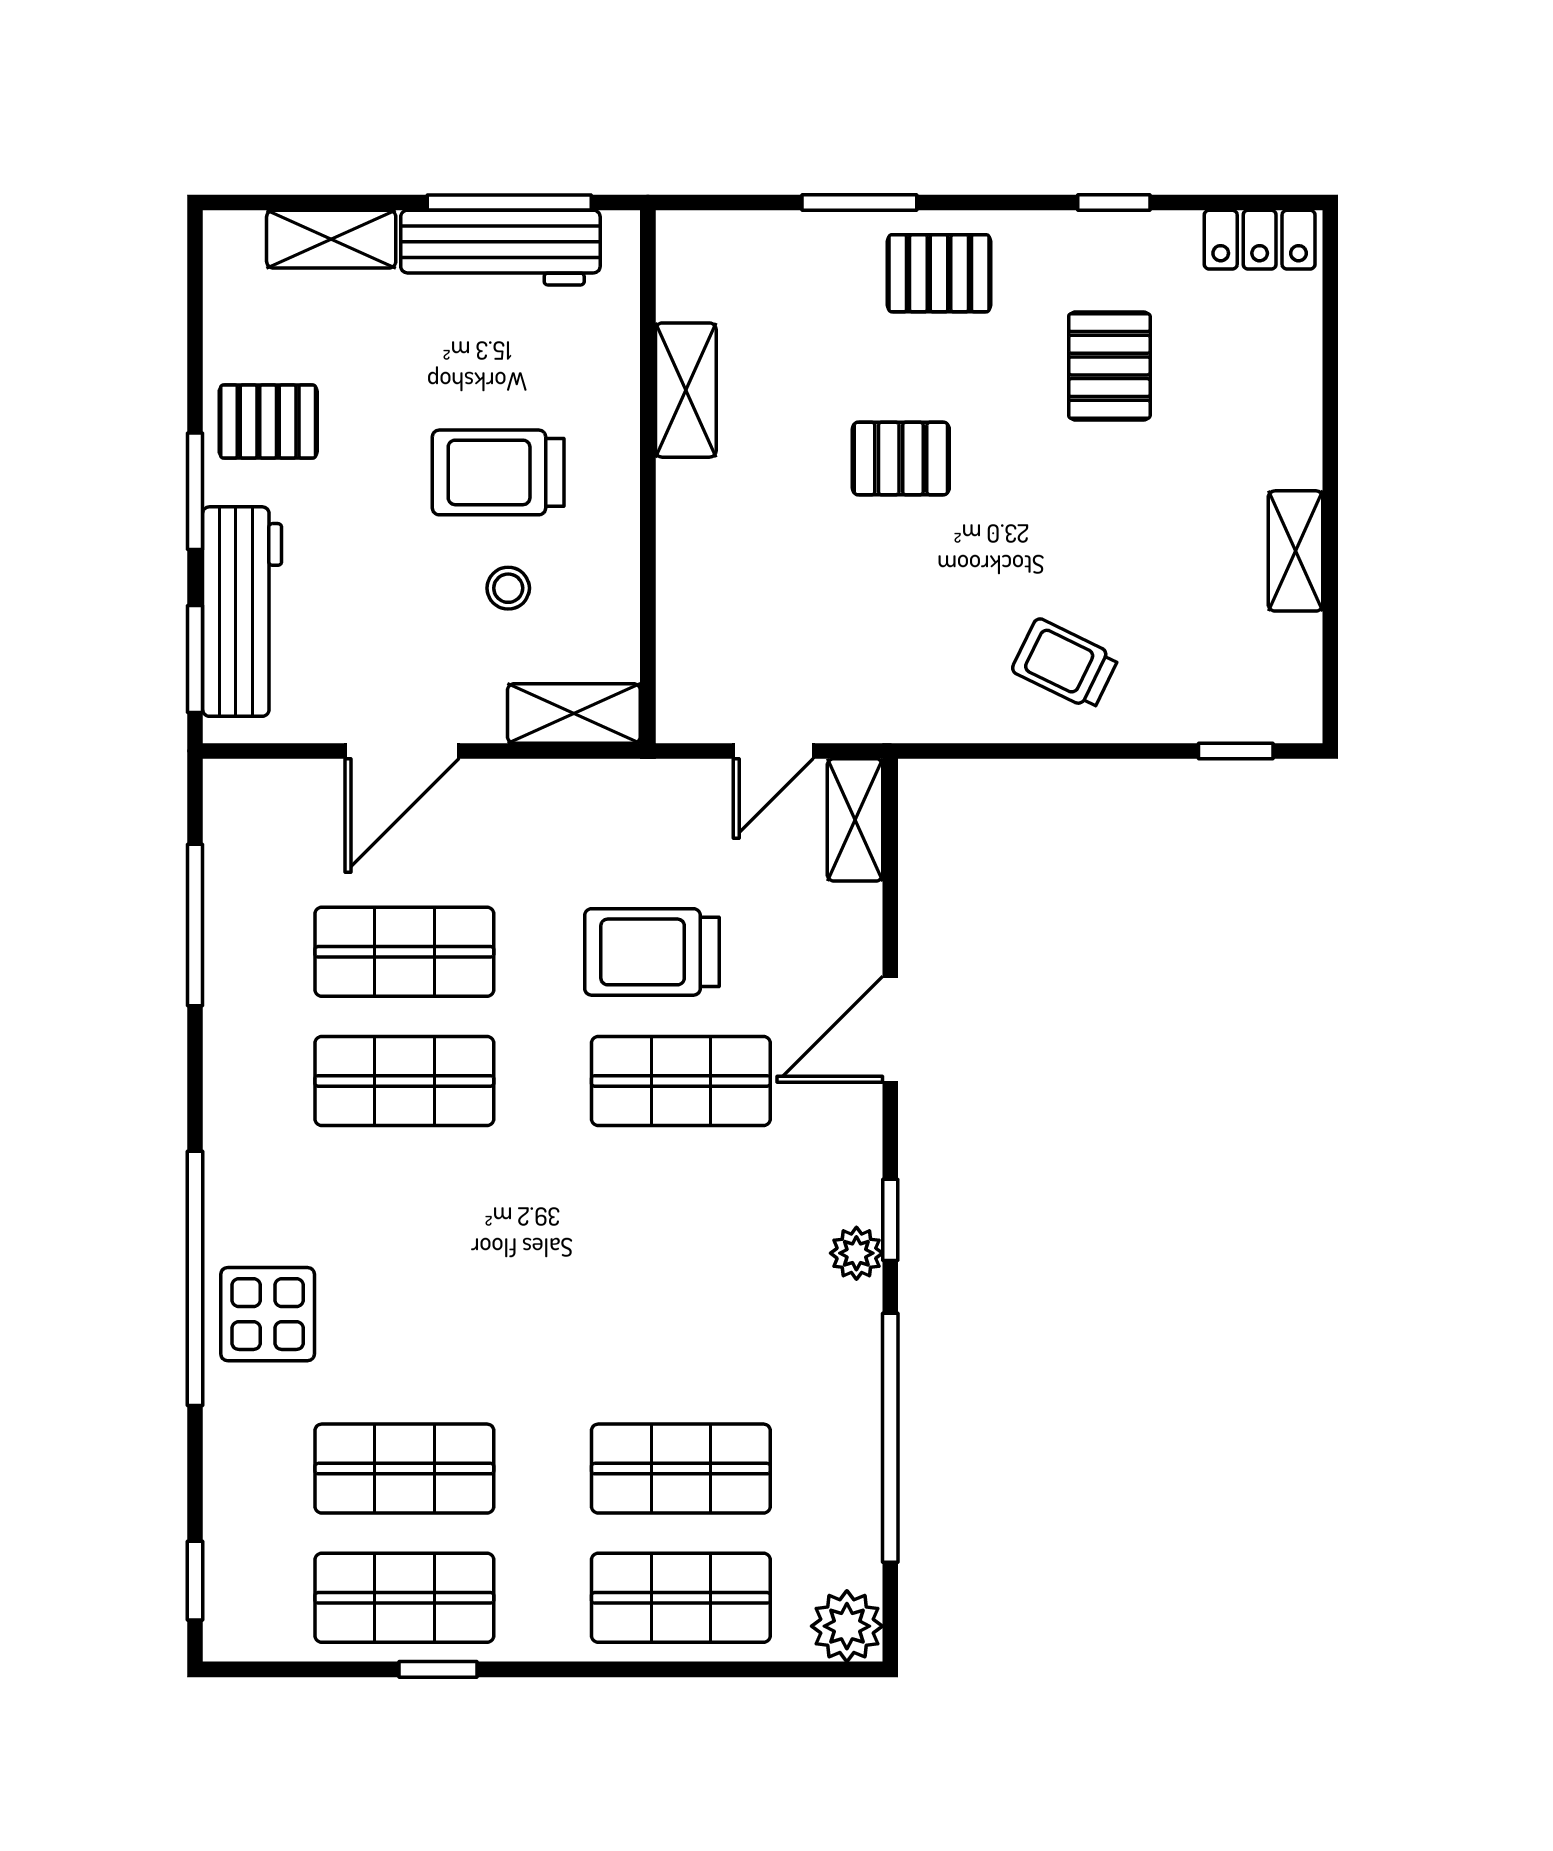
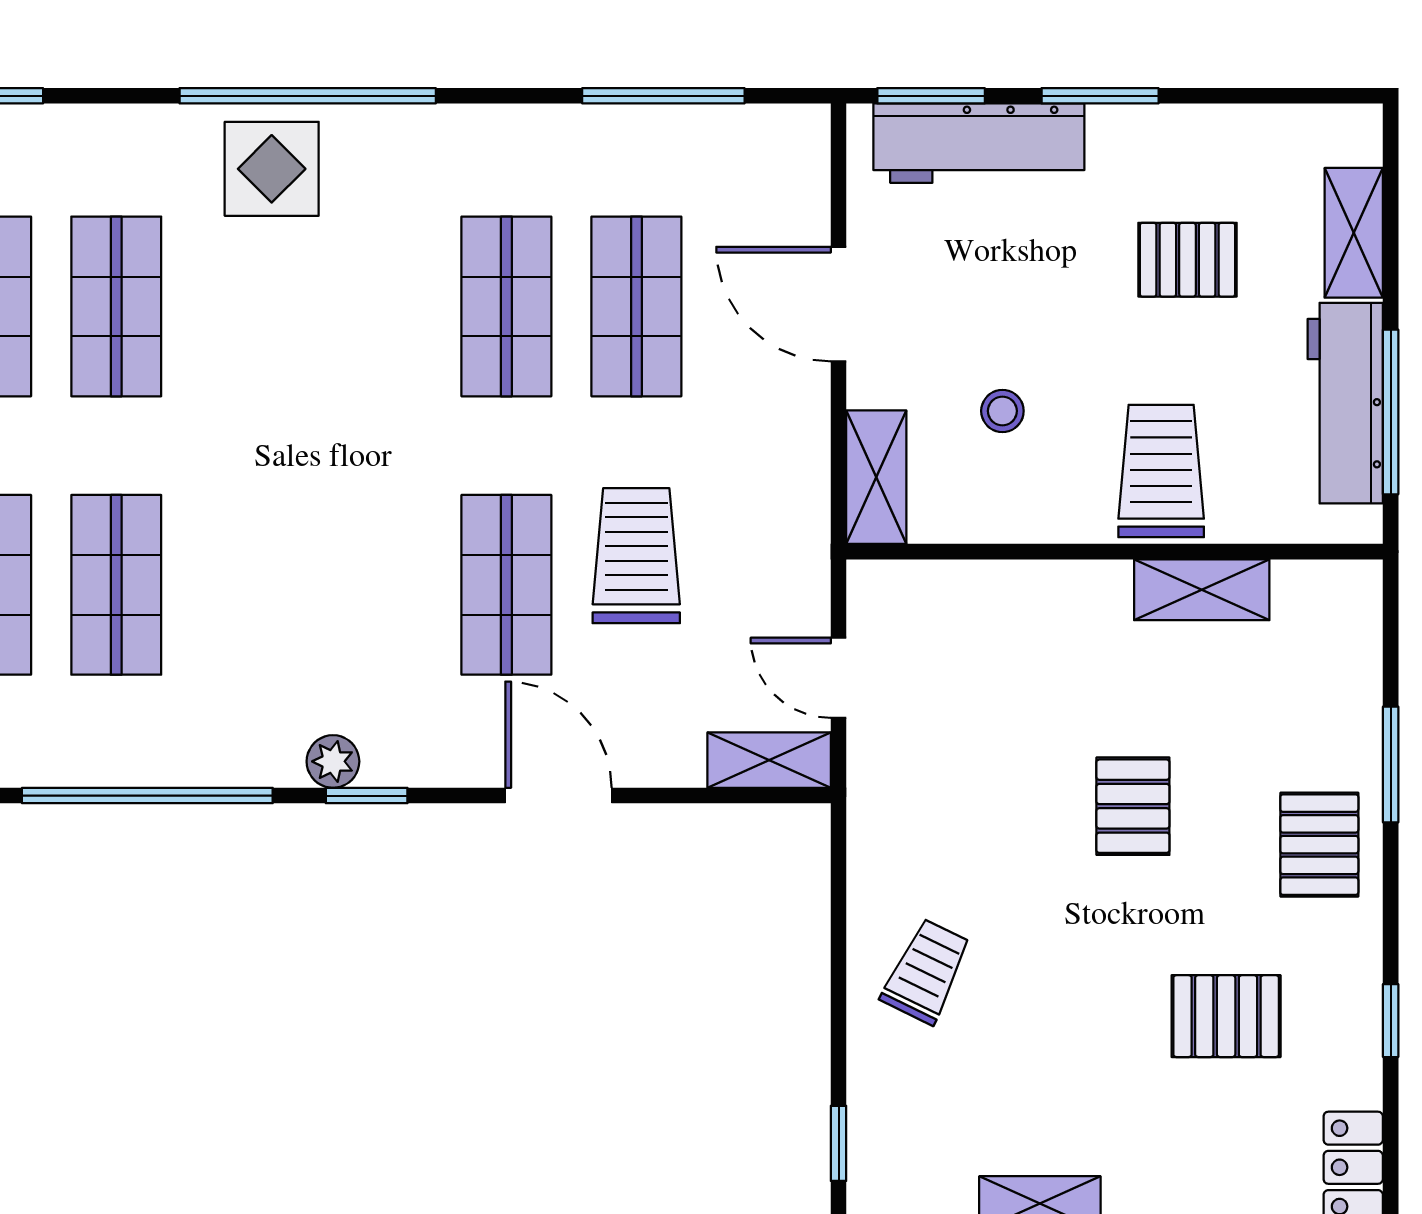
pallet: (268, 422) -> (1187, 260), moved, turned 90
trolley: (498, 472) -> (1161, 471), moved

